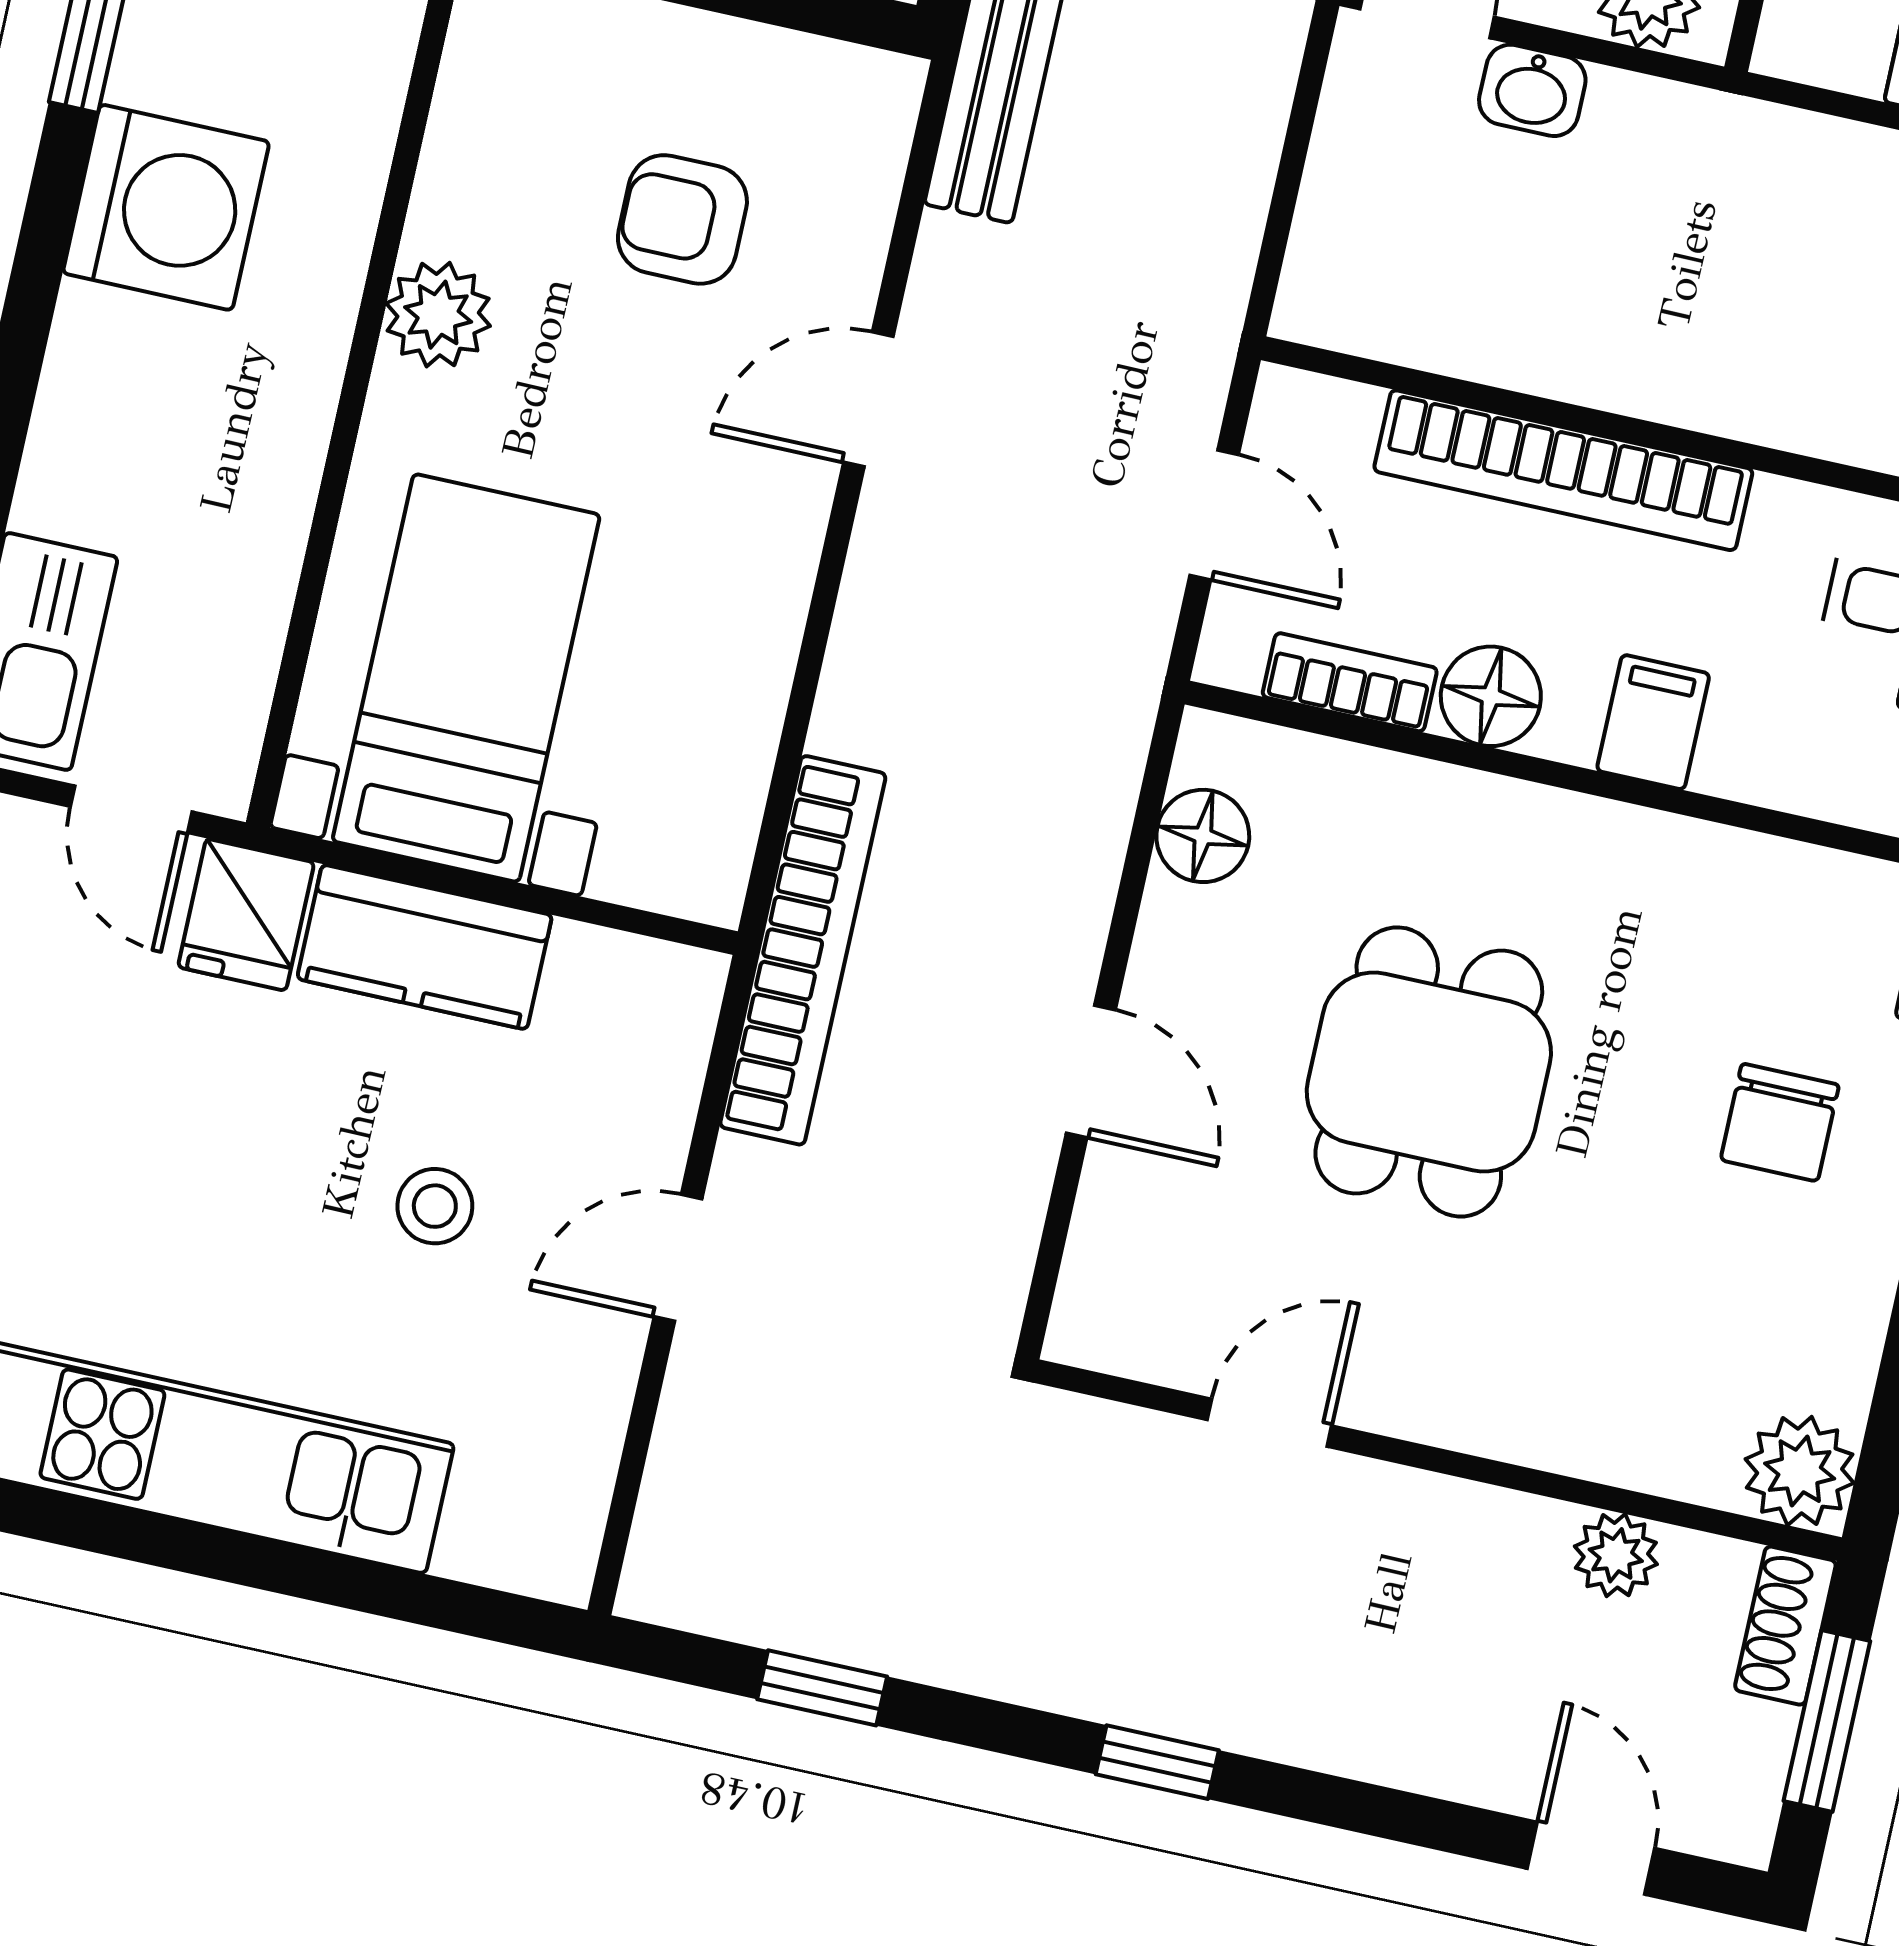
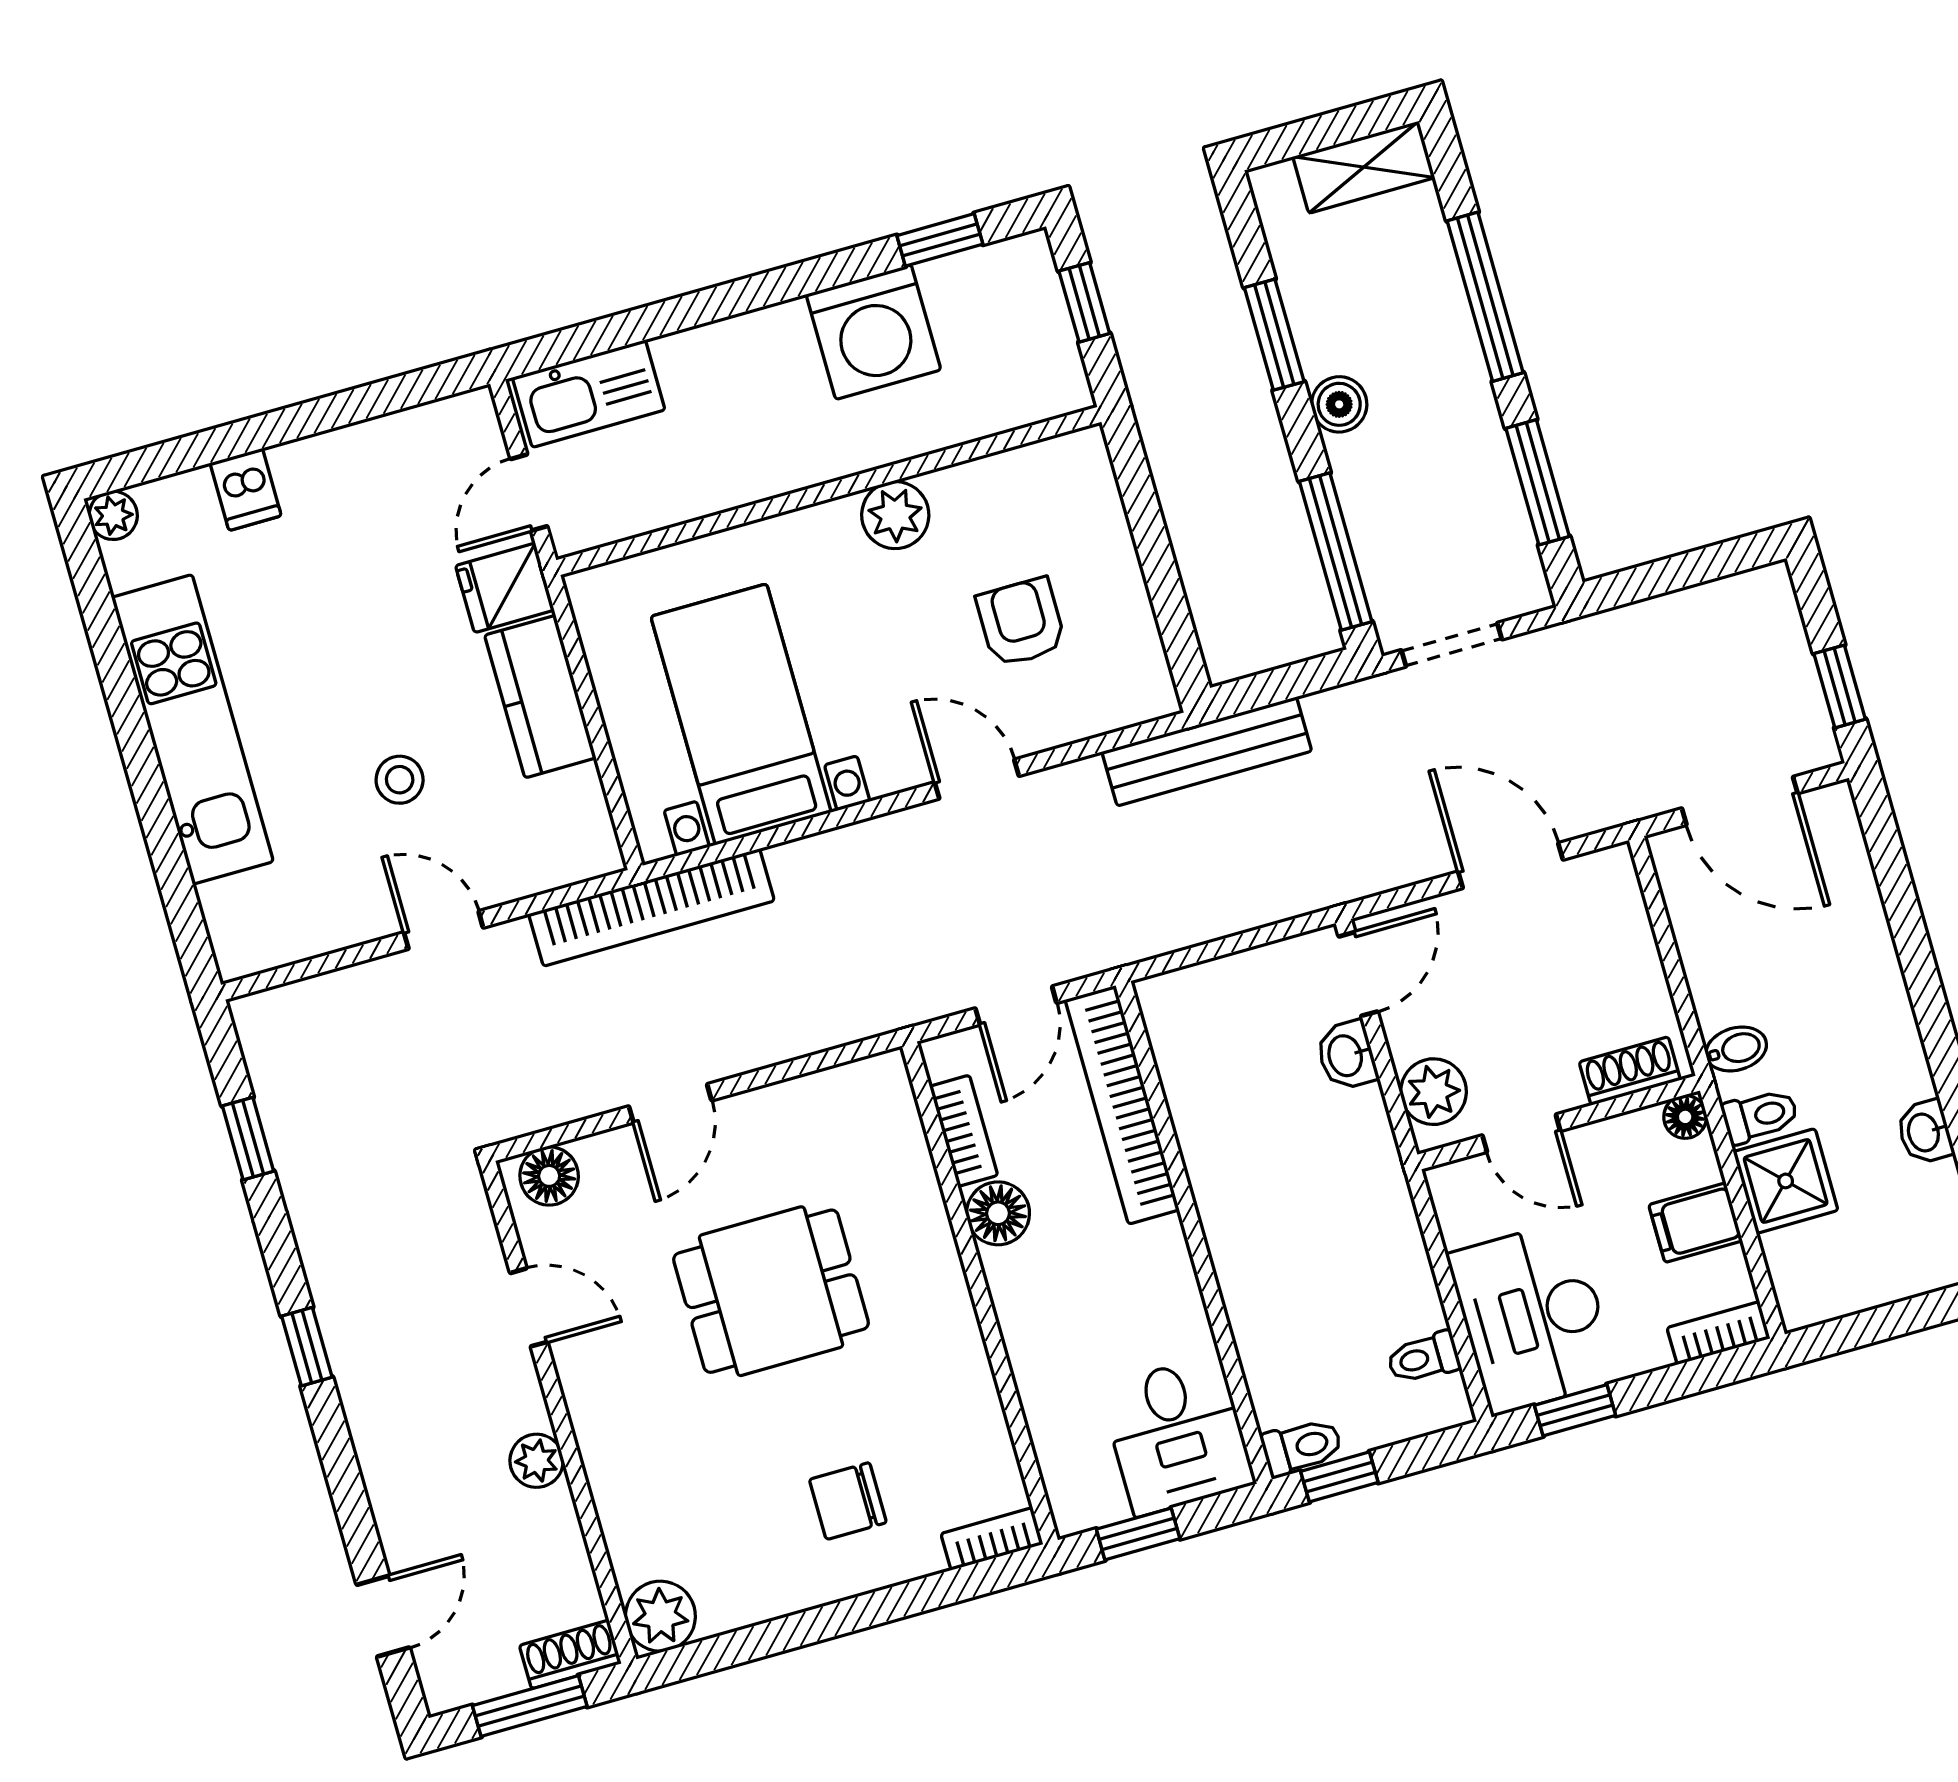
bookcase: (1563, 470) -> (1122, 1105), moved
bed with nightstands: (466, 678) -> (741, 714), moved, turned -90
filing cabinet: (1653, 722) -> (1032, 1311), removed
floor lamp: (1203, 836) -> (549, 1176), moved
plant: (1616, 1555) -> (537, 1461), moved

